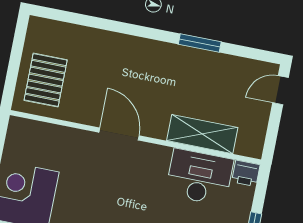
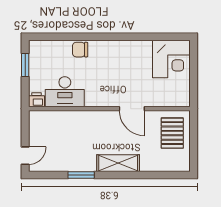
door: (119, 134) -> (132, 109), moved
shelving: (202, 134) -> (118, 163), moved

